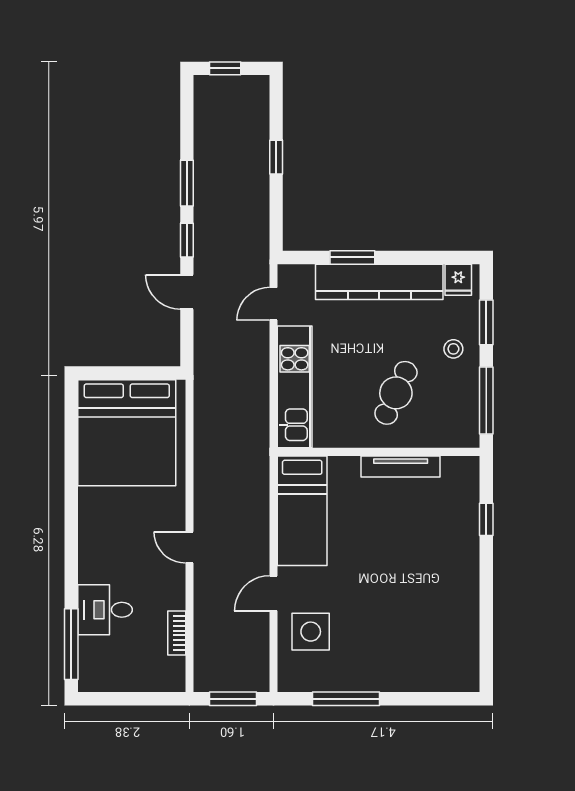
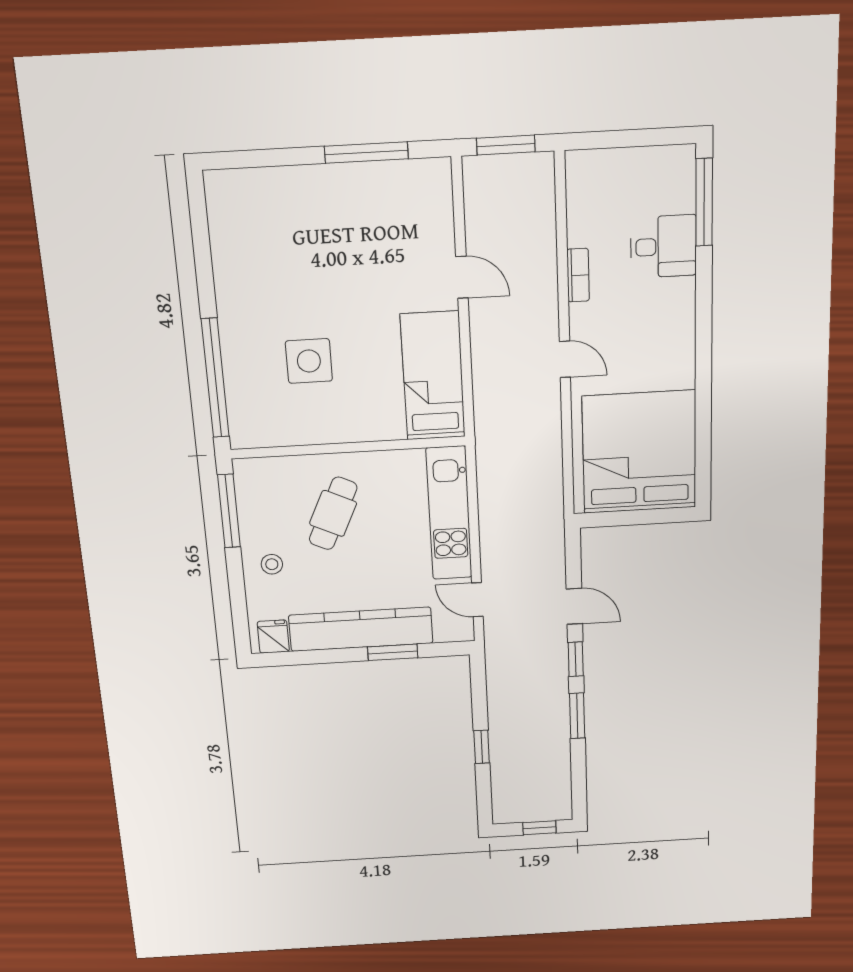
door: (273, 304) -> (477, 600), swing flipped
window: (486, 322) -> (238, 594), removed
tv unit: (401, 466) -> (321, 433), removed
window: (486, 519) -> (215, 378), width x3.17
door: (189, 547) -> (565, 359), moved
door: (273, 593) -> (462, 277), hinge flipped
side table: (311, 632) -> (309, 361), moved
bookcase: (177, 633) -> (578, 275), moved

